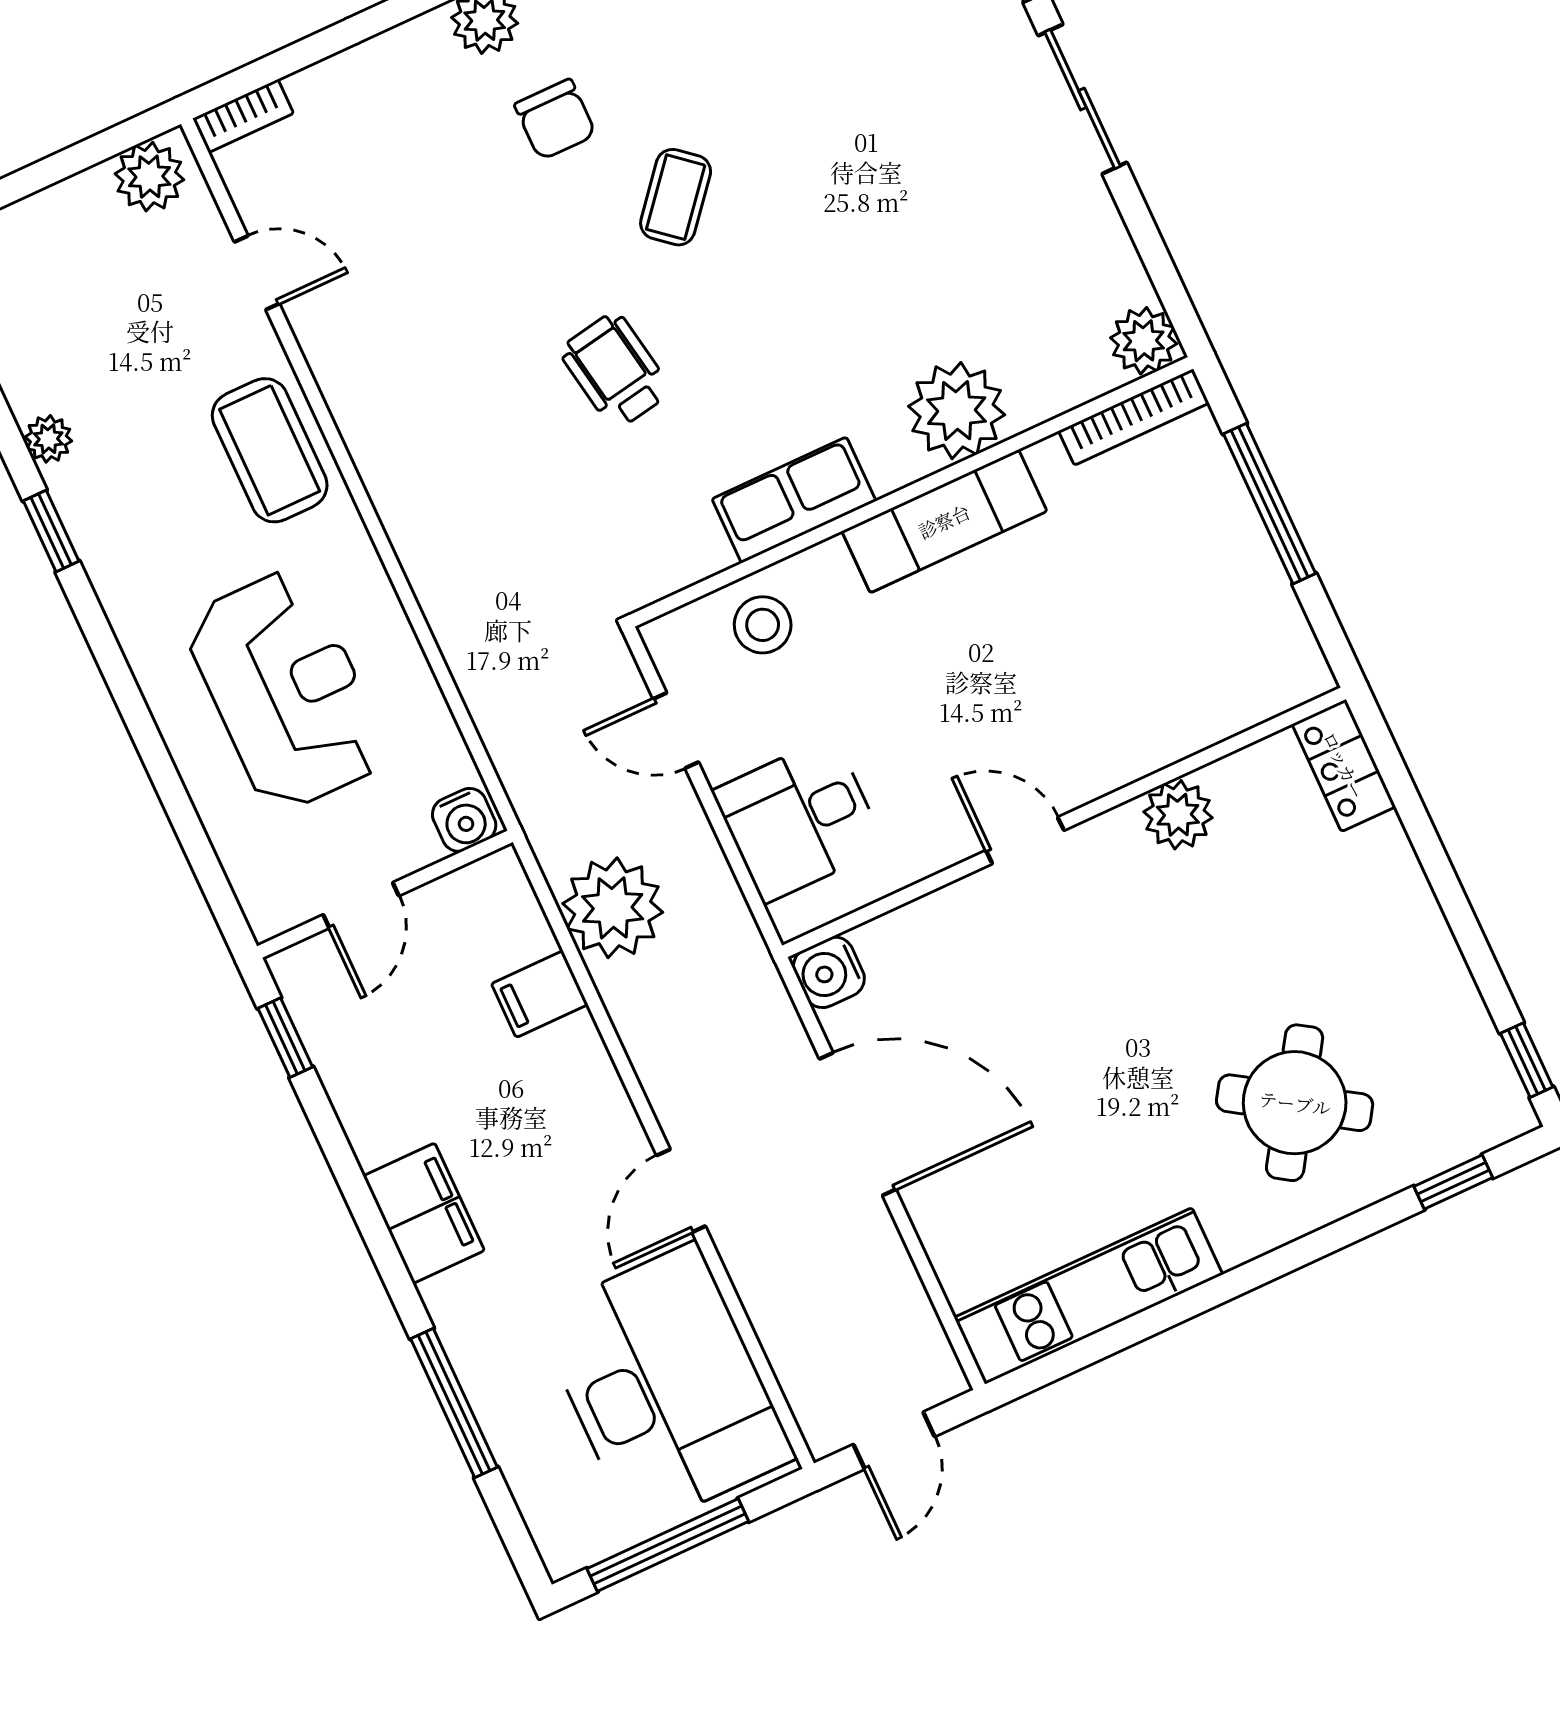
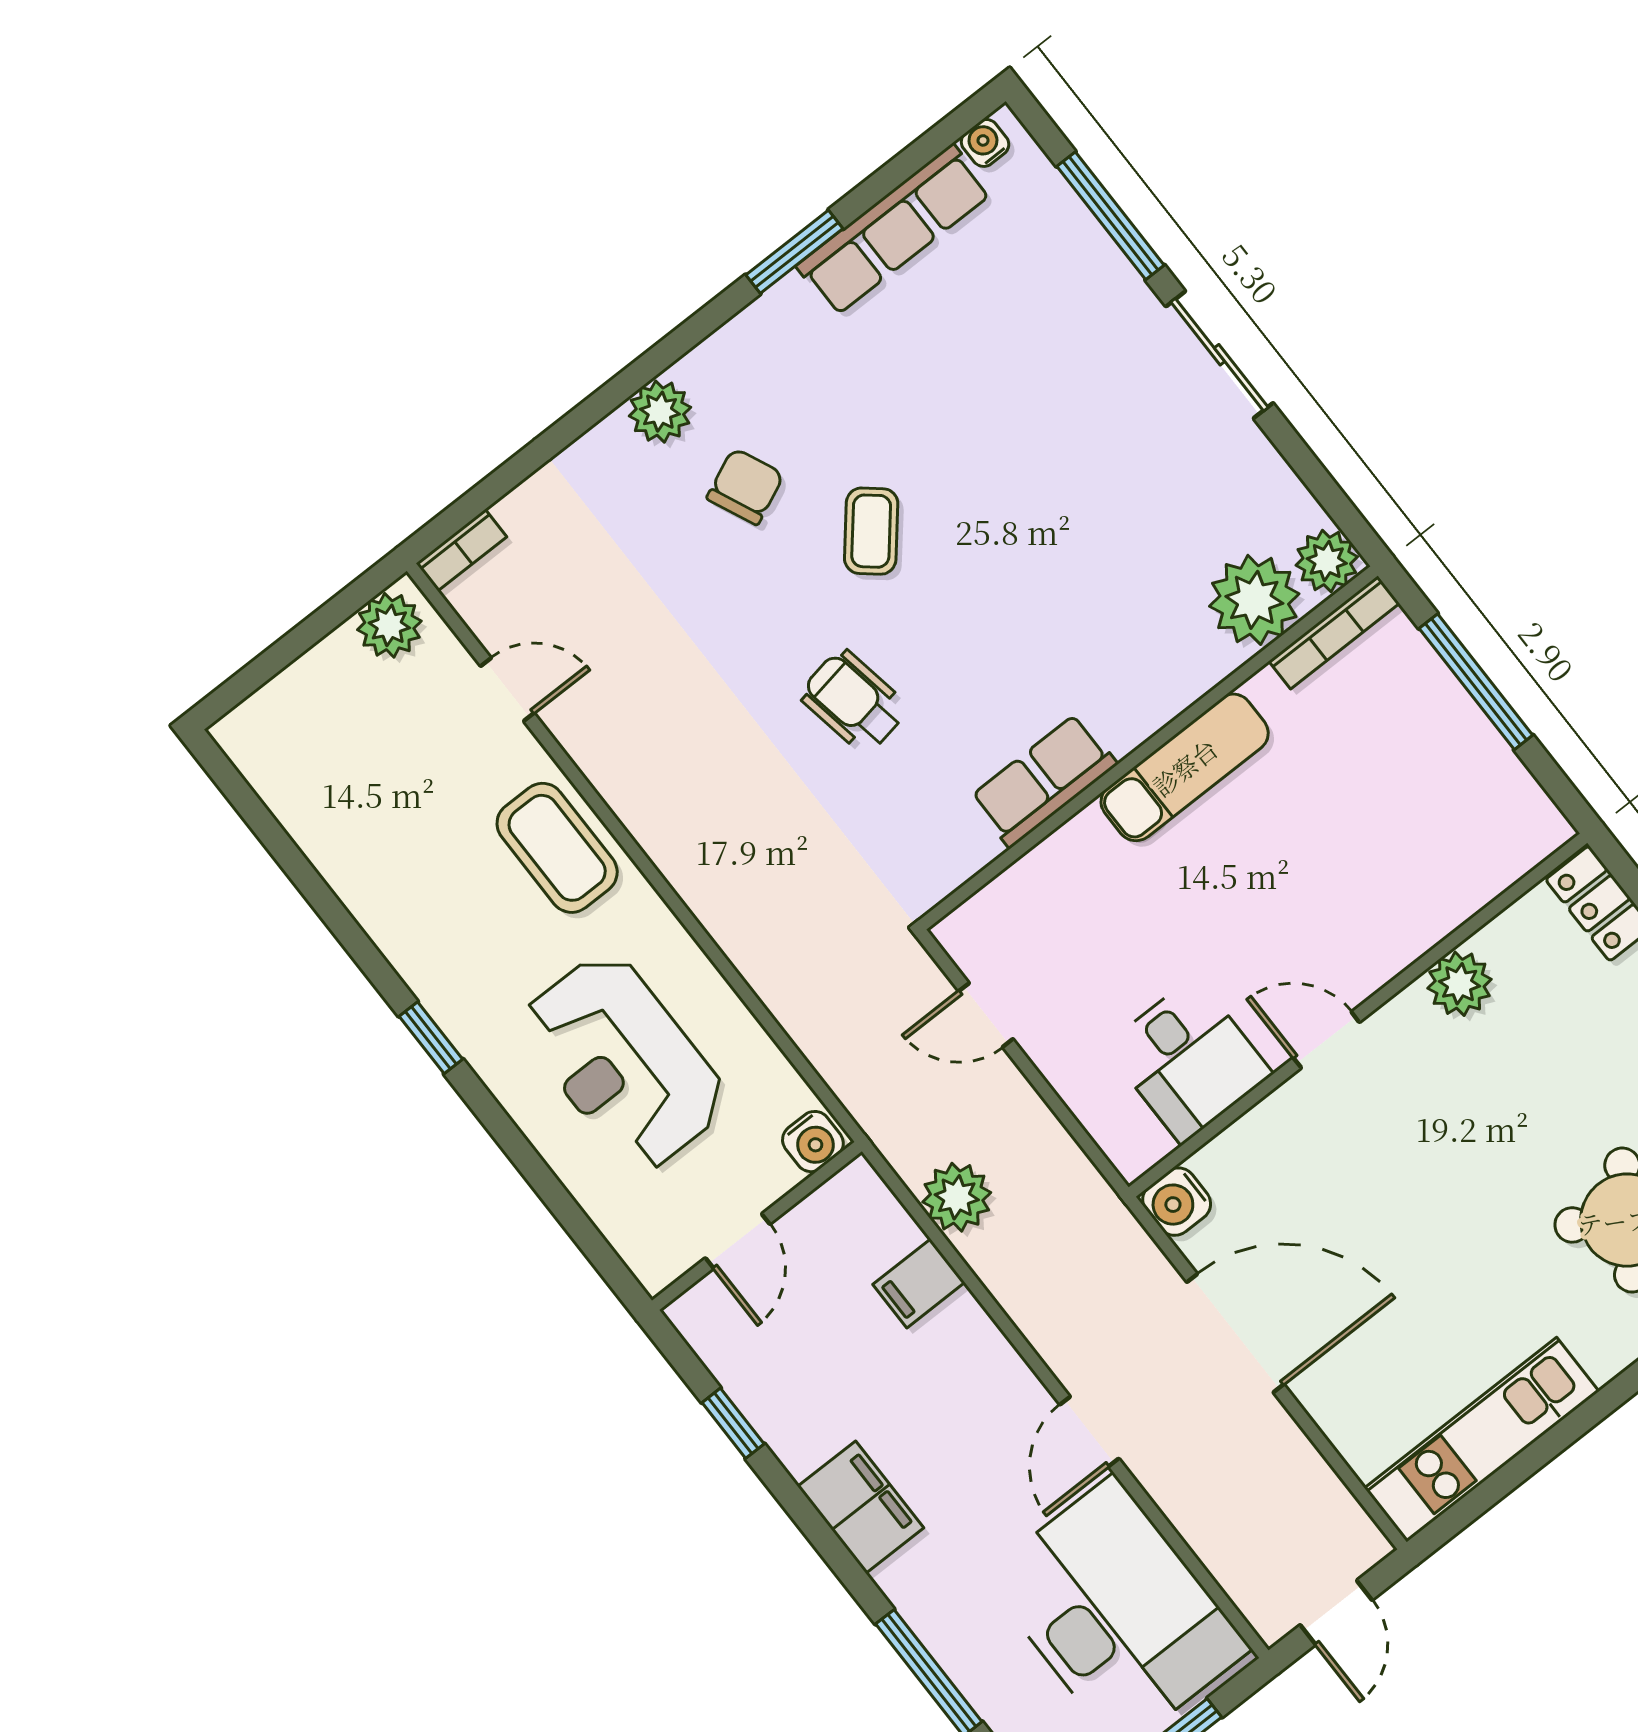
chair: (555, 119) -> (745, 486), turned -114
plant: (957, 411) -> (1254, 600), moved
plant: (48, 439) -> (354, 885), removed
window: (51, 531) -> (431, 1038), moved
stool: (763, 625) -> (1042, 901), removed
reception desk: (286, 690) -> (624, 1062), turned 180
desk: (799, 819) -> (1188, 1060), moved, turned -90
plant: (613, 908) -> (957, 1197), width x0.73, depth x0.73
window: (285, 1038) -> (733, 1423), moved

